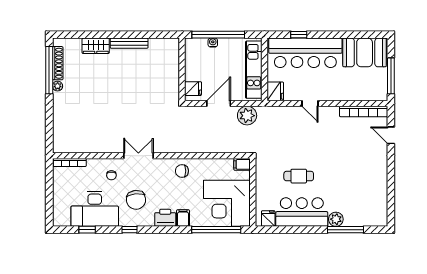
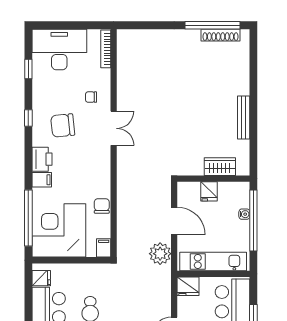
wardrobe: (96, 46) -> (220, 167), moved, turned 90
plant: (58, 86) -> (194, 35), removed
fridge: (193, 89) -> (209, 191), moved
chair: (182, 171) -> (102, 206), moved
desk: (95, 209) -> (59, 49), moved, turned 90

